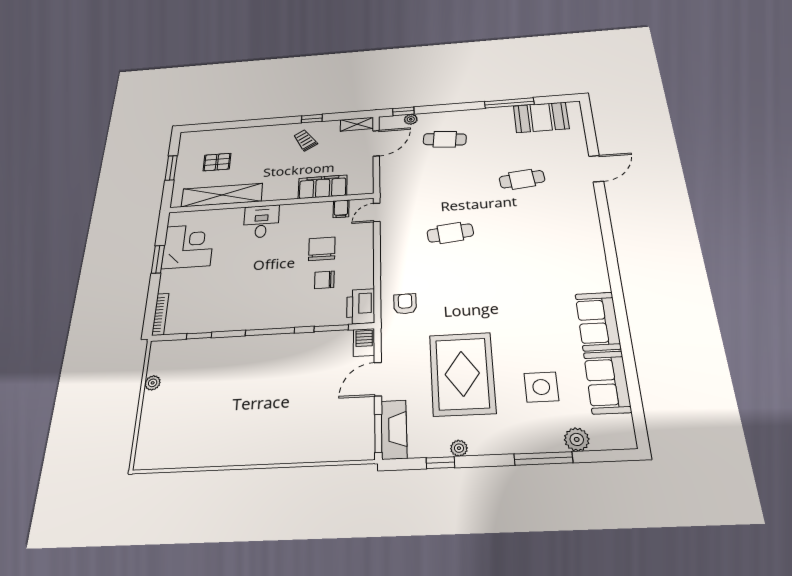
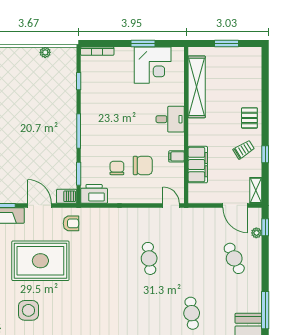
cafe table: (445, 139) -> (234, 258), turned -30
pallet: (217, 162) -> (249, 118), moved
filing cabinet: (341, 209) -> (176, 156), moved
armchair: (405, 304) -> (71, 223), moved

